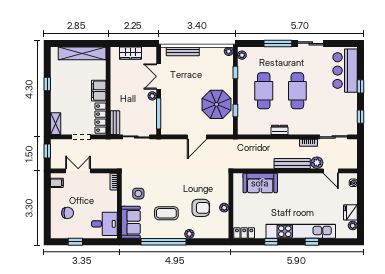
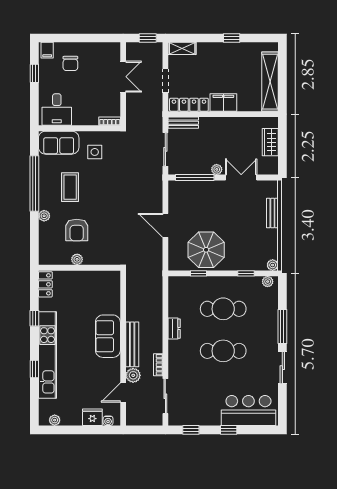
bench: (183, 51) -> (272, 213), width x0.73
filing cabinet: (57, 183) -> (47, 50), moved
sofa: (260, 183) -> (108, 336), moved
fridge: (350, 212) -> (92, 417), moved

